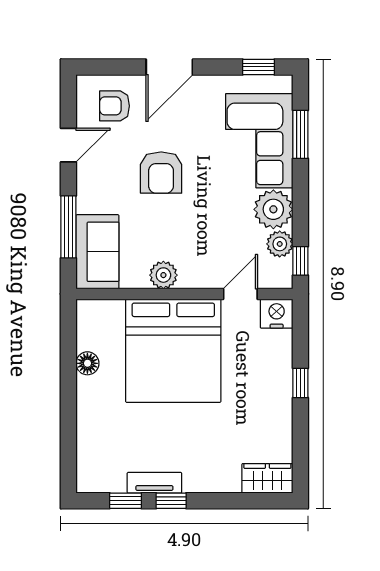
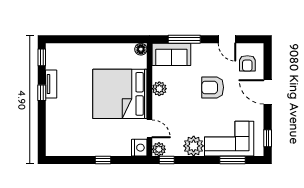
armchair: (115, 106) -> (247, 63), turned 180
plant: (280, 244) -> (159, 149), moved
floor lamp: (87, 363) -> (141, 49), moved
wardrobe: (267, 478) -> (53, 143), removed
window: (126, 501) -> (42, 57), moved

